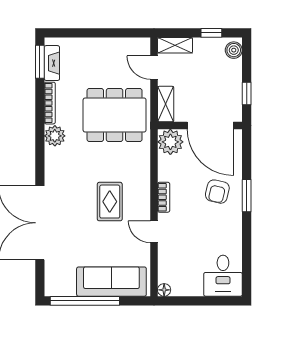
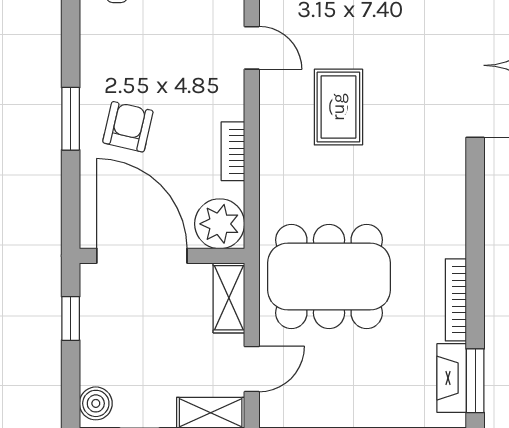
door: (154, 68) -> (252, 369), hinge flipped
plant: (55, 136) -> (446, 236), removed
bookcase: (164, 197) -> (233, 151), moved

